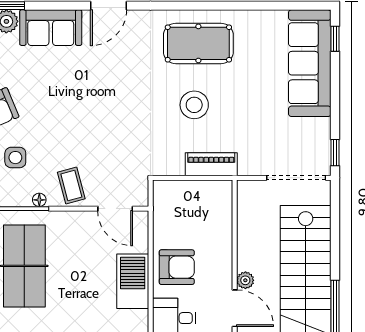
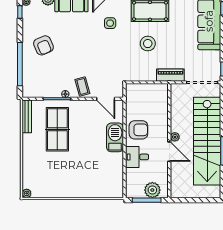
side table: (15, 158) -> (110, 23), moved
piano: (211, 164) -> (170, 75), moved

